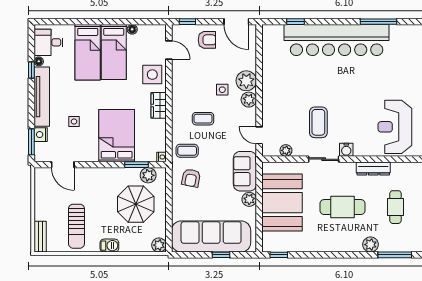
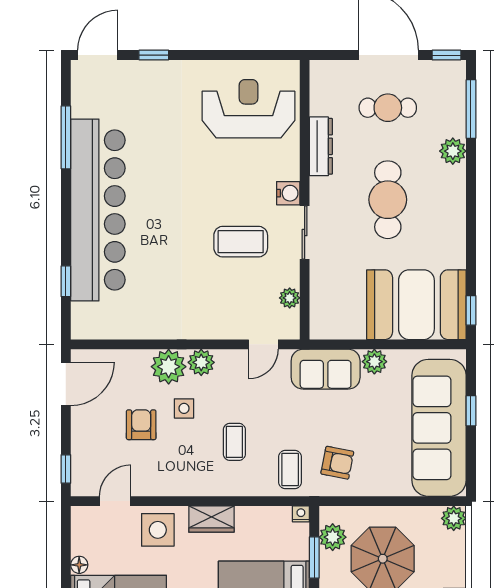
armchair: (207, 40) -> (141, 425), moved
reception desk: (395, 127) -> (248, 109), turned 180
booth: (282, 203) -> (416, 305), moved

